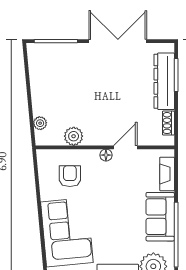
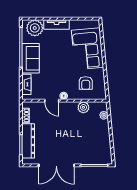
door: (125, 147) -> (52, 101), hinge flipped

